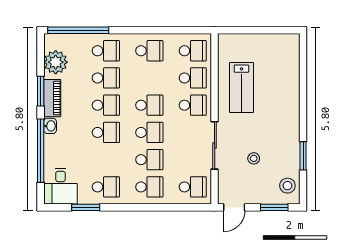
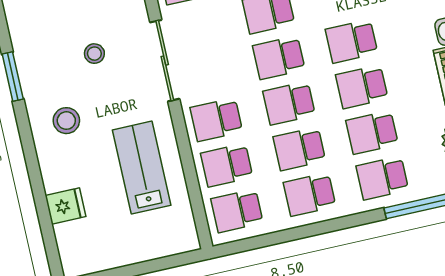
fridge: (290, 75) -> (66, 206), added
school desk: (149, 78) -> (299, 149), added
stool: (287, 186) -> (66, 121), moved

